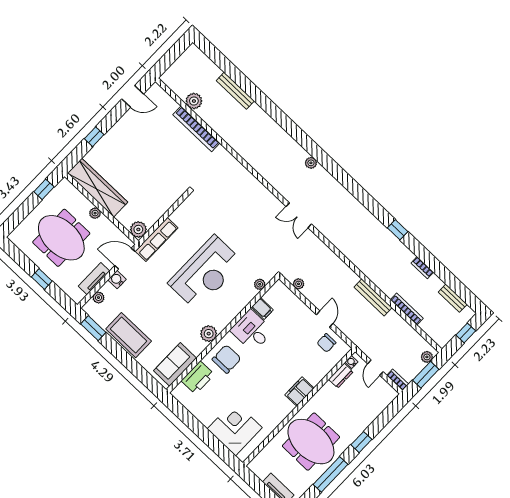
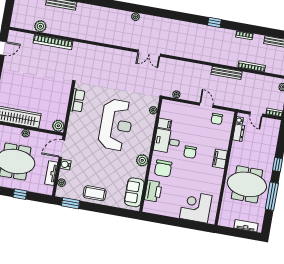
row of seats: (157, 239) -> (77, 101), moved, width x0.68
coffee table: (129, 335) -> (95, 193), width x0.73, depth x0.76
chair: (227, 359) -> (163, 168), turned 180
chair: (270, 361) -> (190, 152), added

